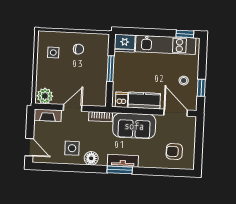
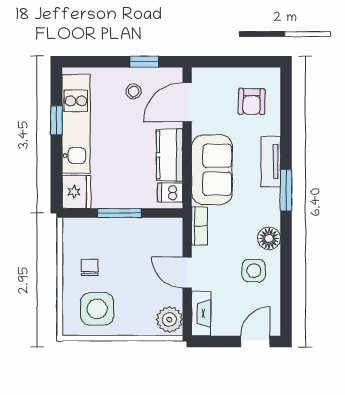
window: (185, 34) -> (56, 120), moved
side table: (53, 53) -> (97, 309), width x1.87, depth x1.87
tv unit: (123, 161) -> (271, 162), moved

